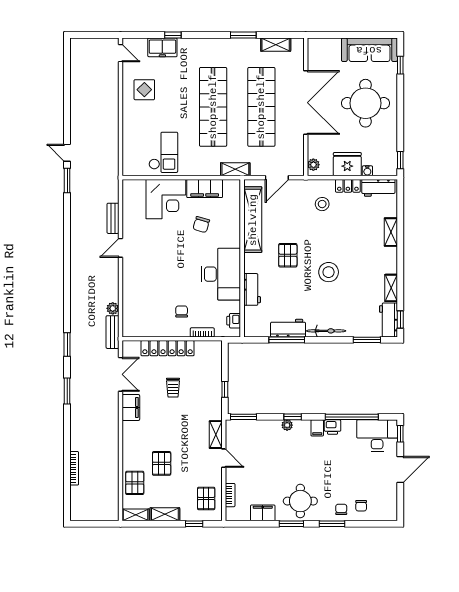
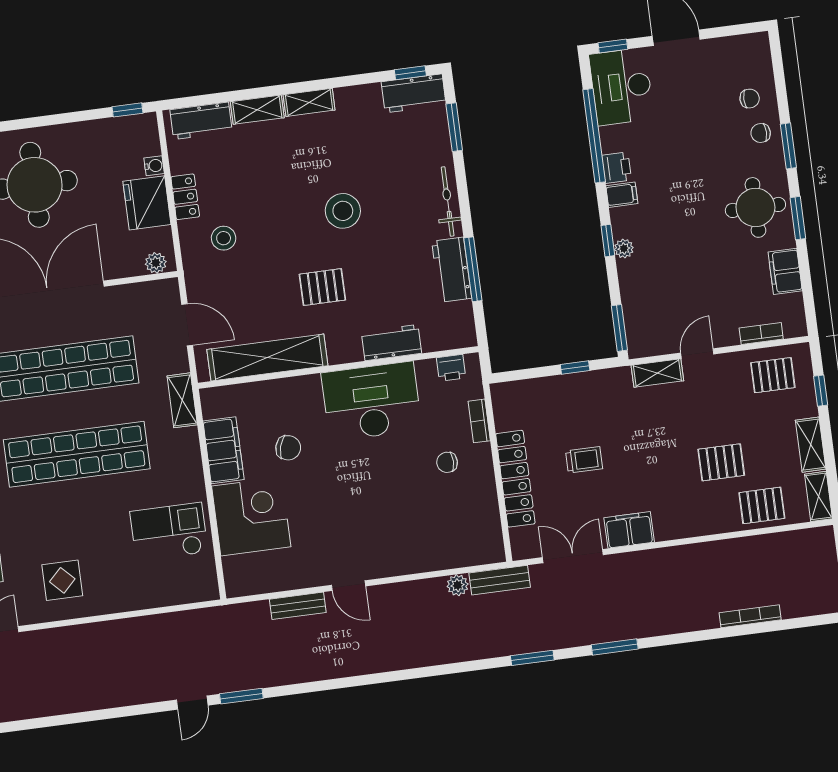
workbench: (378, 188) -> (201, 121), moved, turned 90
shelving: (391, 288) -> (309, 102), moved

